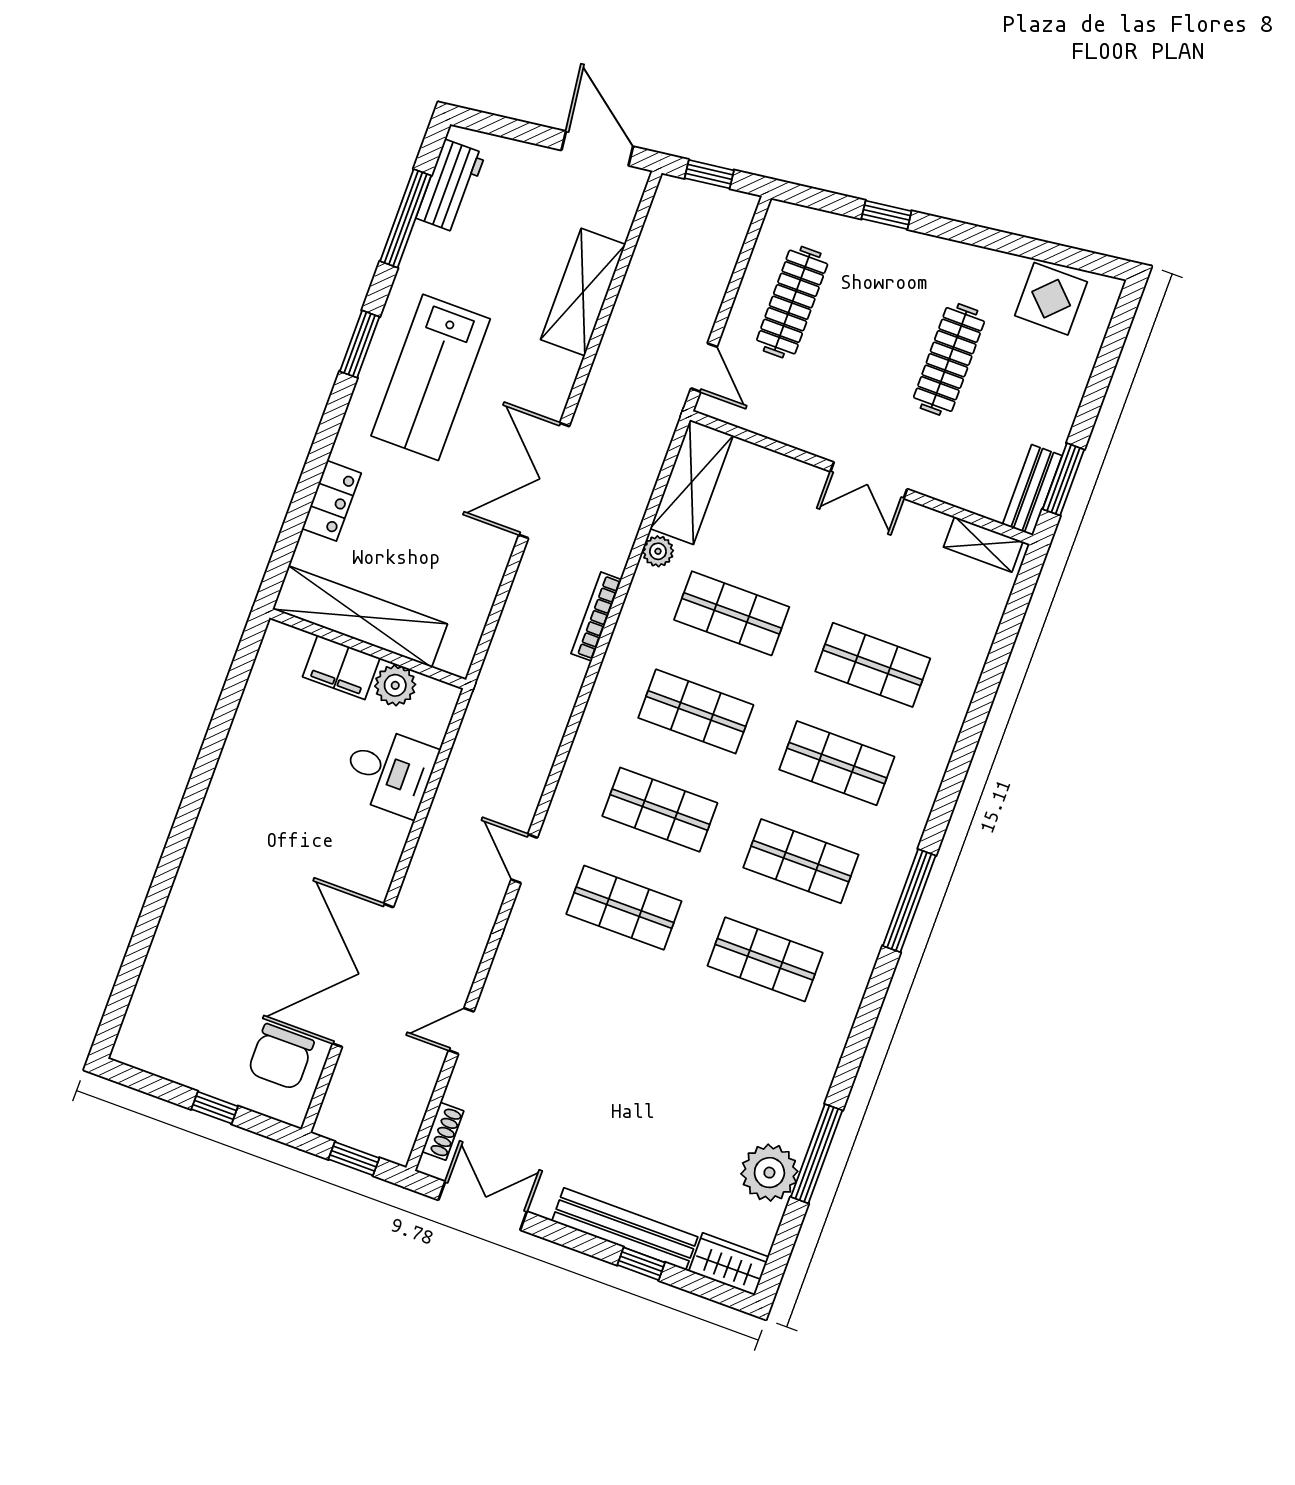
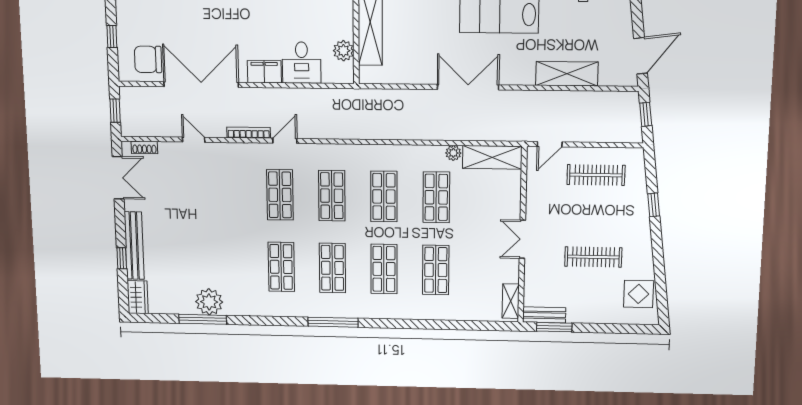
bookcase: (596, 617) -> (249, 133), moved
filing cabinet: (341, 667) -> (264, 72), moved, turned 90
plant: (769, 1173) -> (209, 302), moved

